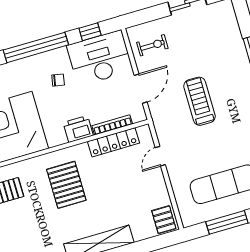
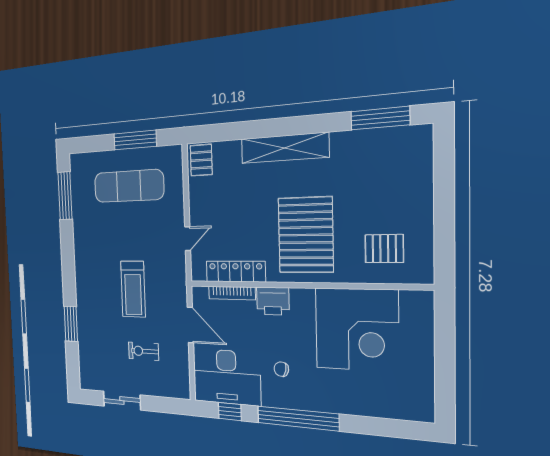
exercise bike: (152, 45) -> (144, 351), moved
door: (141, 89) -> (190, 325), swing flipped
pallet: (66, 185) -> (306, 235), width x1.37, depth x1.41

